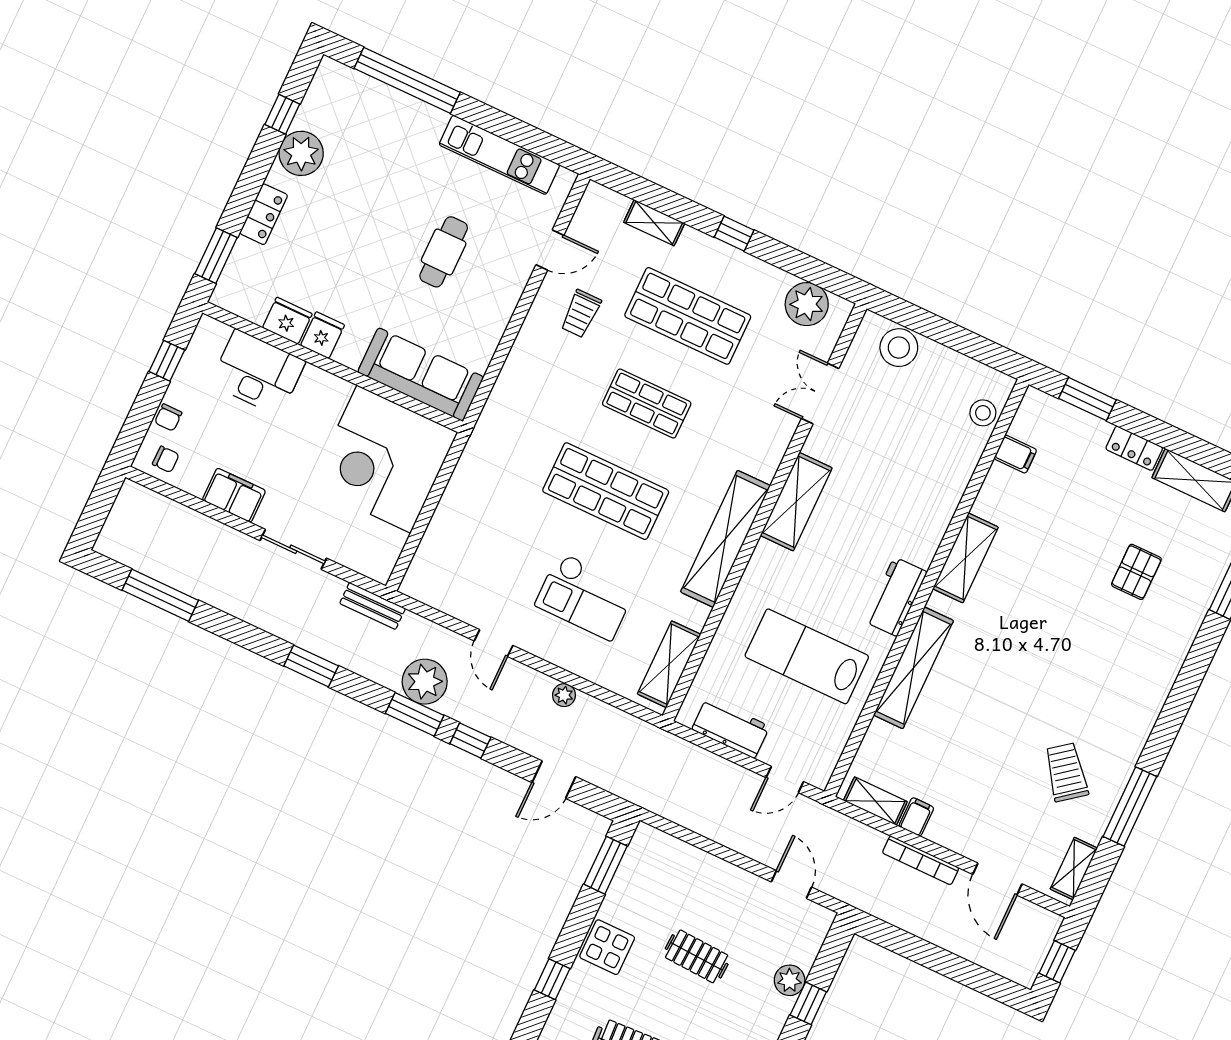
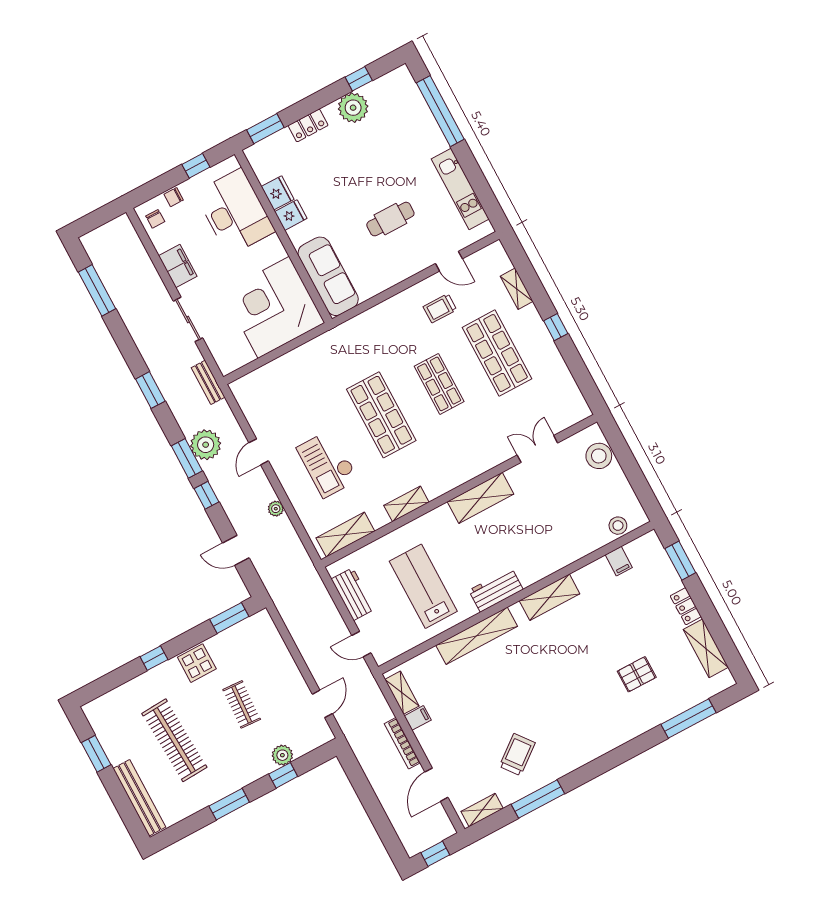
plant: (807, 304) -> (566, 395), removed
desk: (258, 373) -> (235, 212), width x1.36, depth x1.30
shelving: (725, 539) -> (406, 504), width x0.45, depth x0.75

